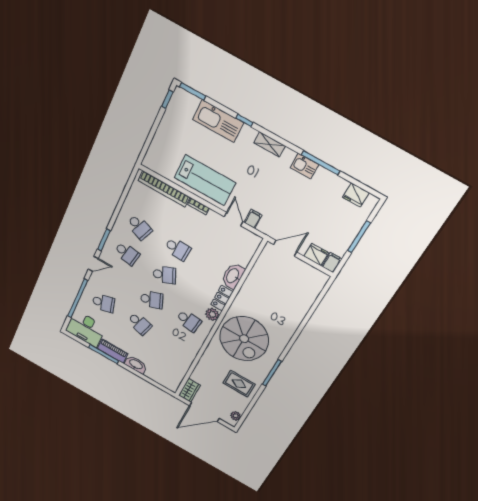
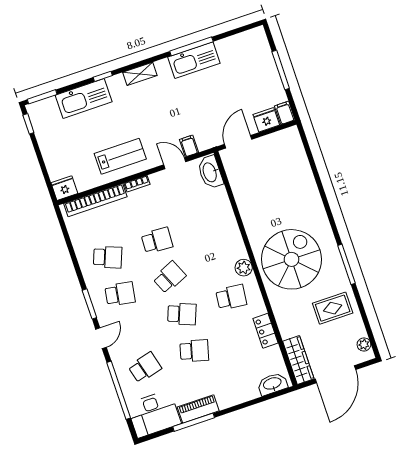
kitchen sink: (305, 166) -> (194, 60), width x1.87, depth x1.24
lab bench: (205, 180) -> (120, 156), width x0.73, depth x0.72
fridge: (356, 195) -> (64, 188), moved, turned 180
washbasin: (233, 276) -> (210, 172), moved
locker: (222, 298) -> (265, 331), moved
school desk: (152, 300) -> (182, 314), turned 42
spiral stairs: (244, 339) -> (292, 259), turned -90
washbasin: (136, 365) -> (272, 384), moved
wardrobe: (189, 390) -> (298, 360), width x1.50

